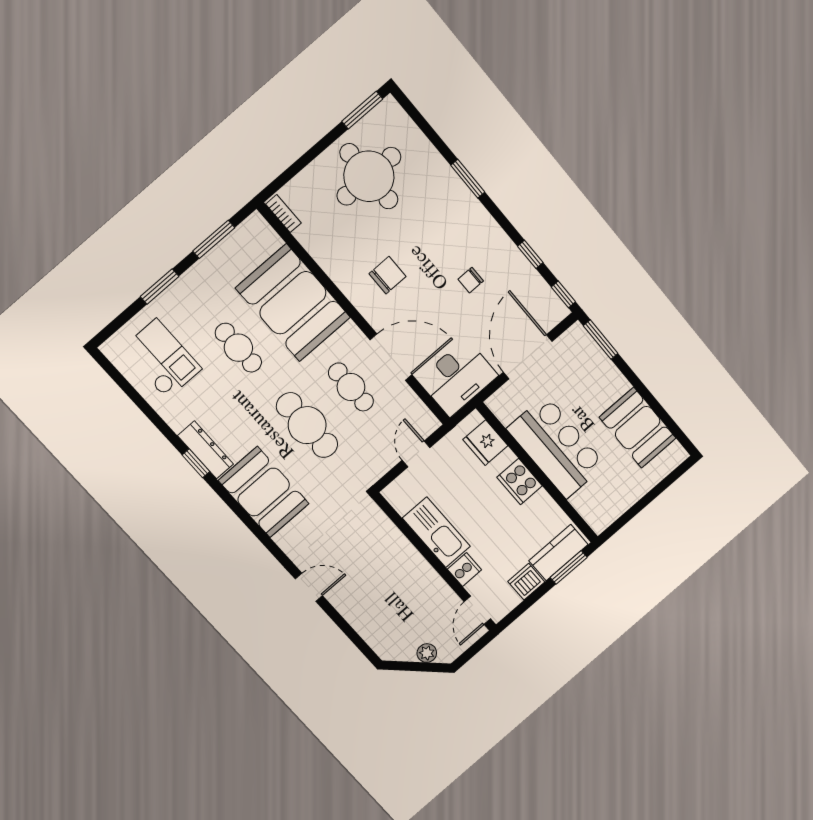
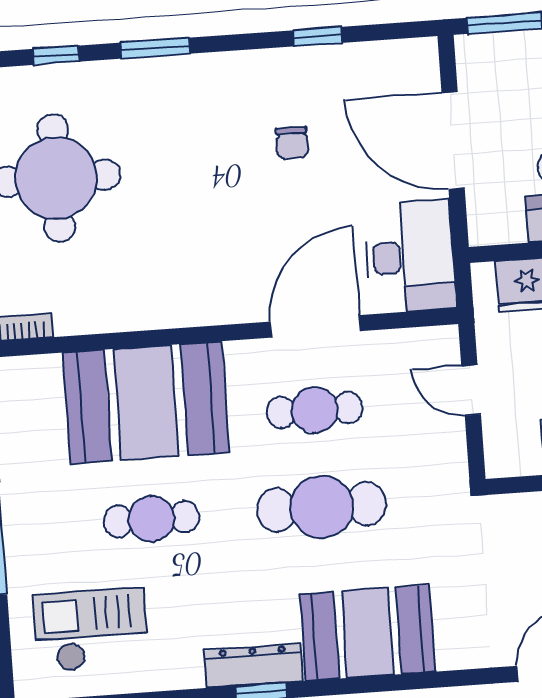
chair: (387, 275) -> (203, 250), removed
window: (563, 294) -> (56, 55), moved

